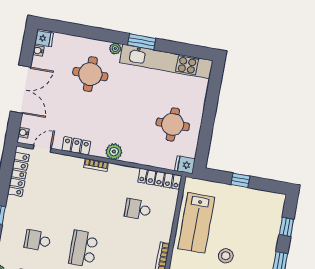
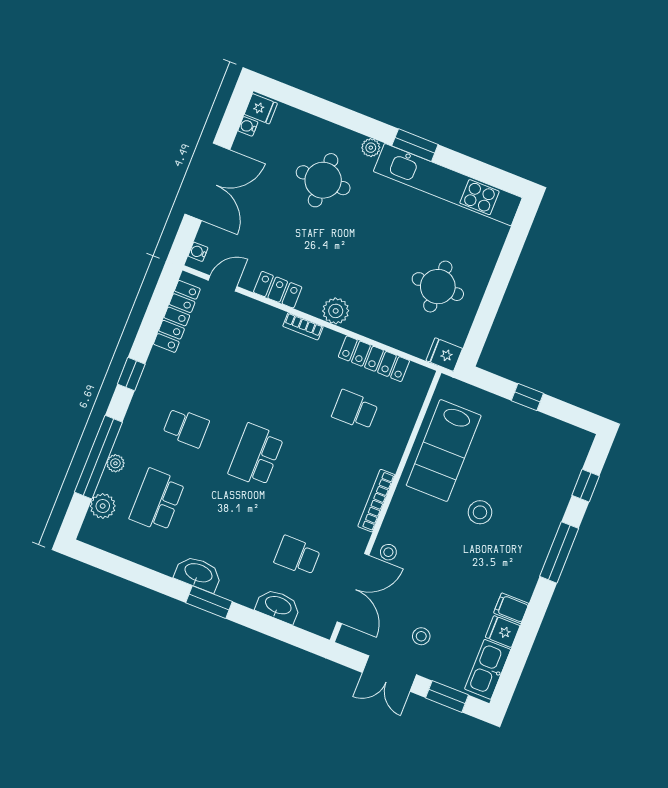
locker: (159, 179) -> (374, 359), moved
school desk: (38, 240) -> (186, 427), turned 180

